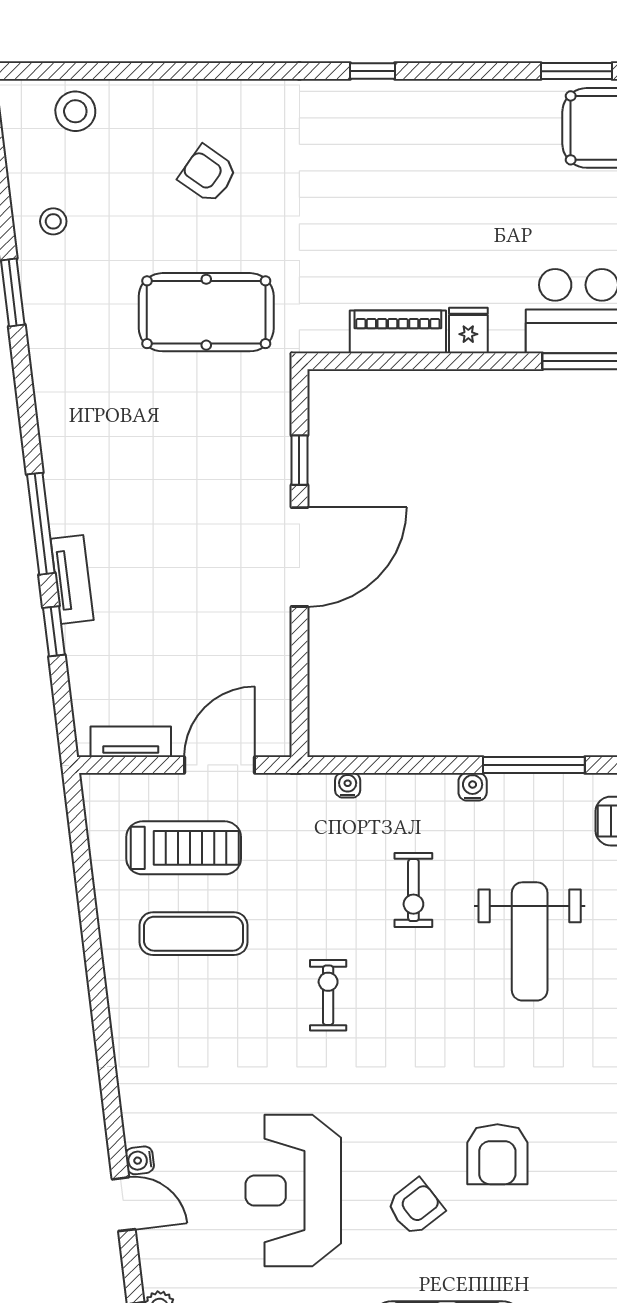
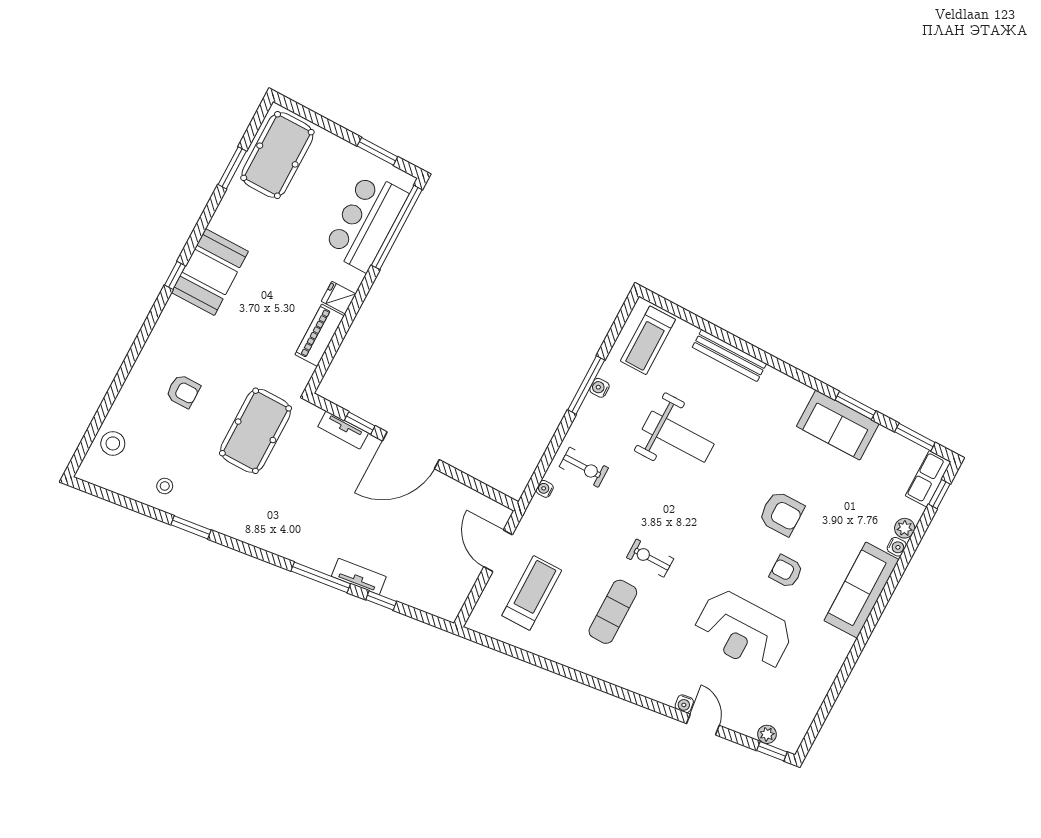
booth: (405, 120) -> (210, 272), added
armchair: (208, 174) -> (183, 391), turned -125
door: (299, 557) -> (411, 450), swing flipped
tv unit: (131, 742) -> (343, 430), moved, turned -90
water cooler: (473, 787) -> (599, 388), moved
exercise bike: (413, 890) -> (584, 467), moved
exercise mat: (194, 934) -> (613, 612), moved
door: (124, 1204) -> (703, 725), hinge flipped
armchair: (415, 1207) -> (786, 571), turned -52

